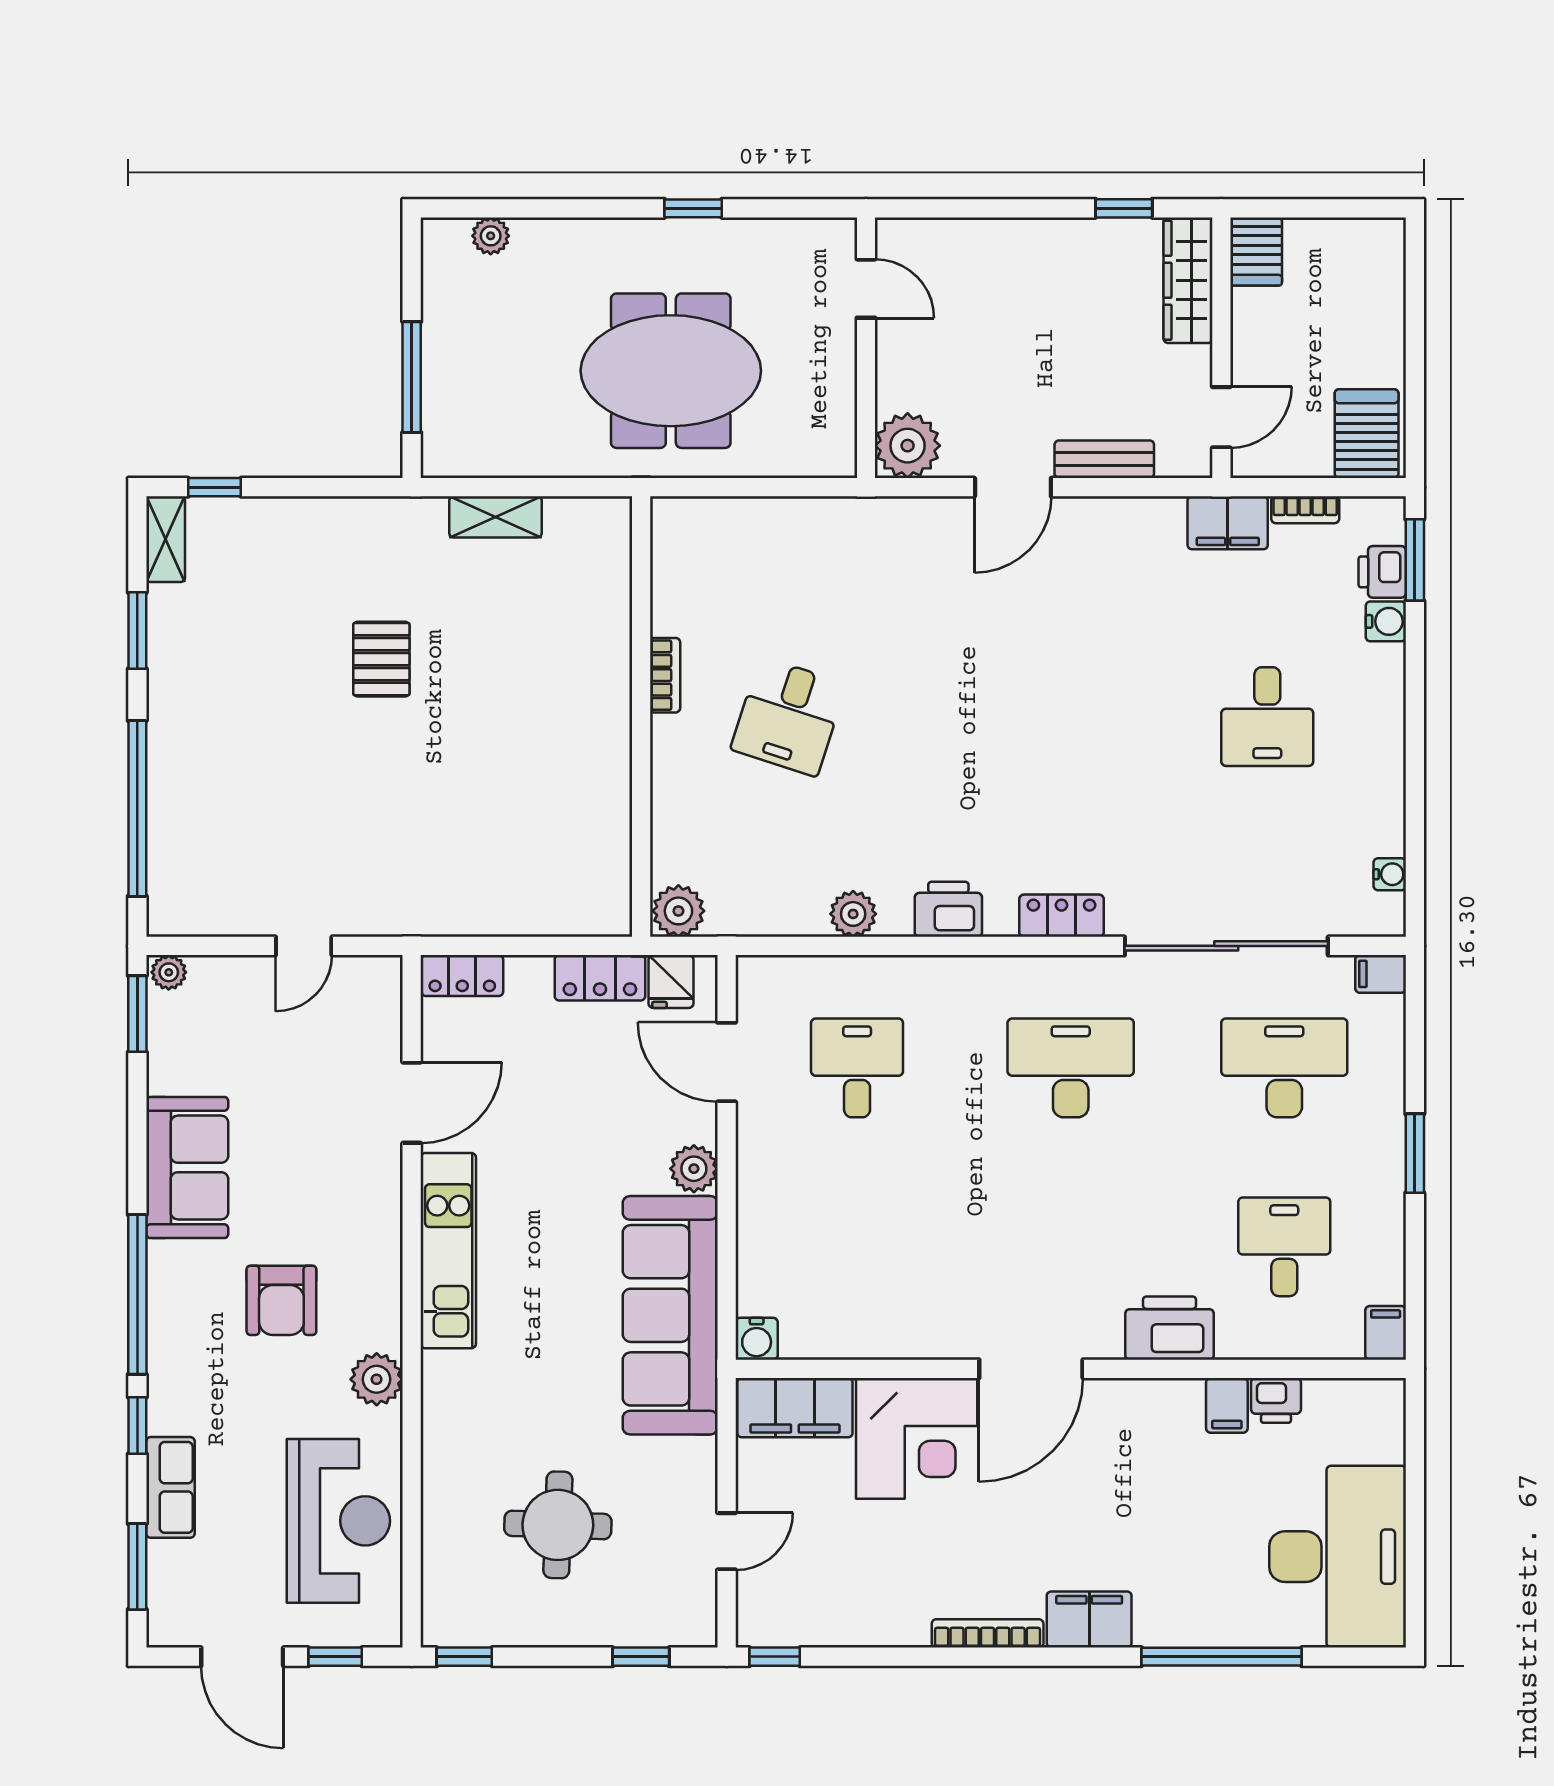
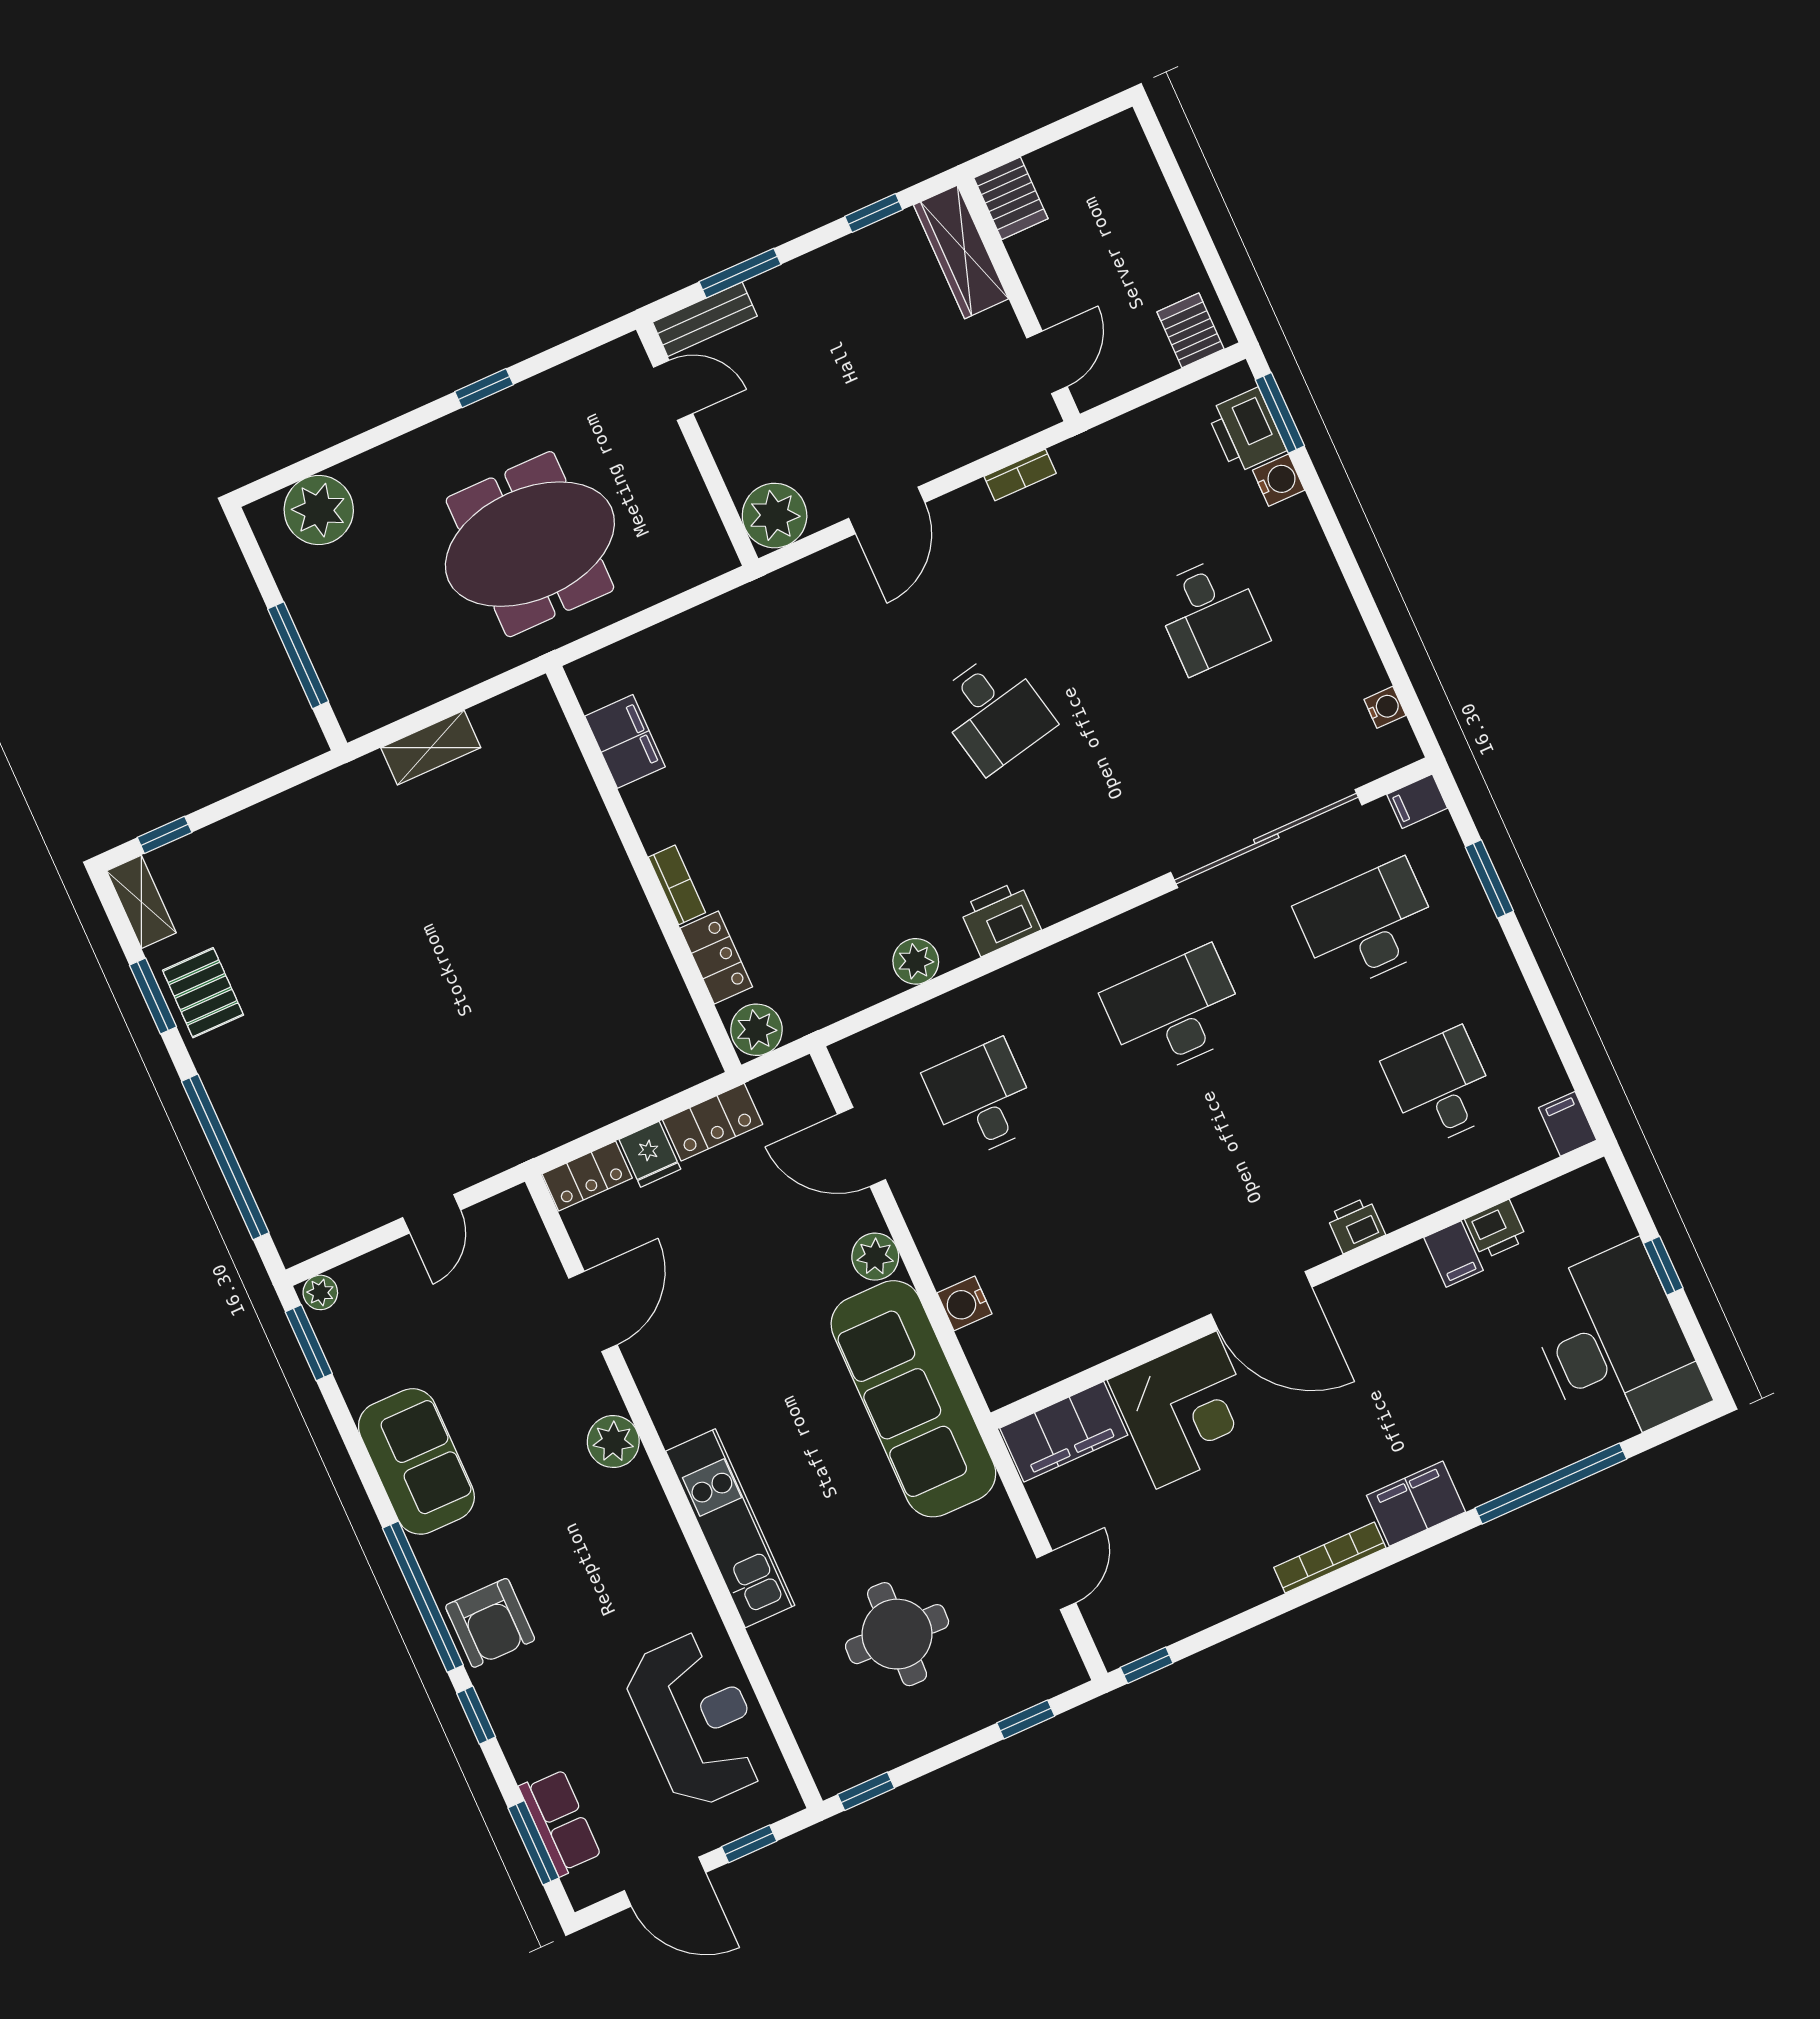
window: (976, 208) -> (740, 273), added
plant: (491, 236) -> (319, 510), width x1.87, depth x1.87
server rack: (1367, 434) -> (1190, 330), width x0.73, depth x0.70
bench: (1104, 459) -> (705, 319), moved
bookcase: (1305, 510) -> (1020, 475), moved
filing cabinet: (1228, 523) -> (625, 741), moved, turned -90
printer: (1382, 572) -> (1246, 431), width x1.36, depth x1.24
pallet: (381, 659) -> (203, 993), moved
bookcase: (665, 675) -> (677, 885), moved
desk: (789, 717) -> (994, 712), moved, turned -30
locker: (1062, 916) -> (716, 957), moved, turned 90
fridge: (671, 981) -> (650, 1154), moved
window: (1415, 1153) -> (1489, 879), moved
kitchen unit: (448, 1251) -> (730, 1528), moved
armchair: (281, 1300) -> (490, 1623), moved
printer: (1170, 1328) -> (1356, 1225), width x0.53, depth x0.68
water cooler: (757, 1339) -> (964, 1303), moved, turned 90
door: (1031, 1369) -> (1261, 1301), hinge flipped
plant: (377, 1379) -> (613, 1442), moved
row of seats: (170, 1487) -> (560, 1822), moved
window: (1415, 1503) -> (1663, 1266), added

